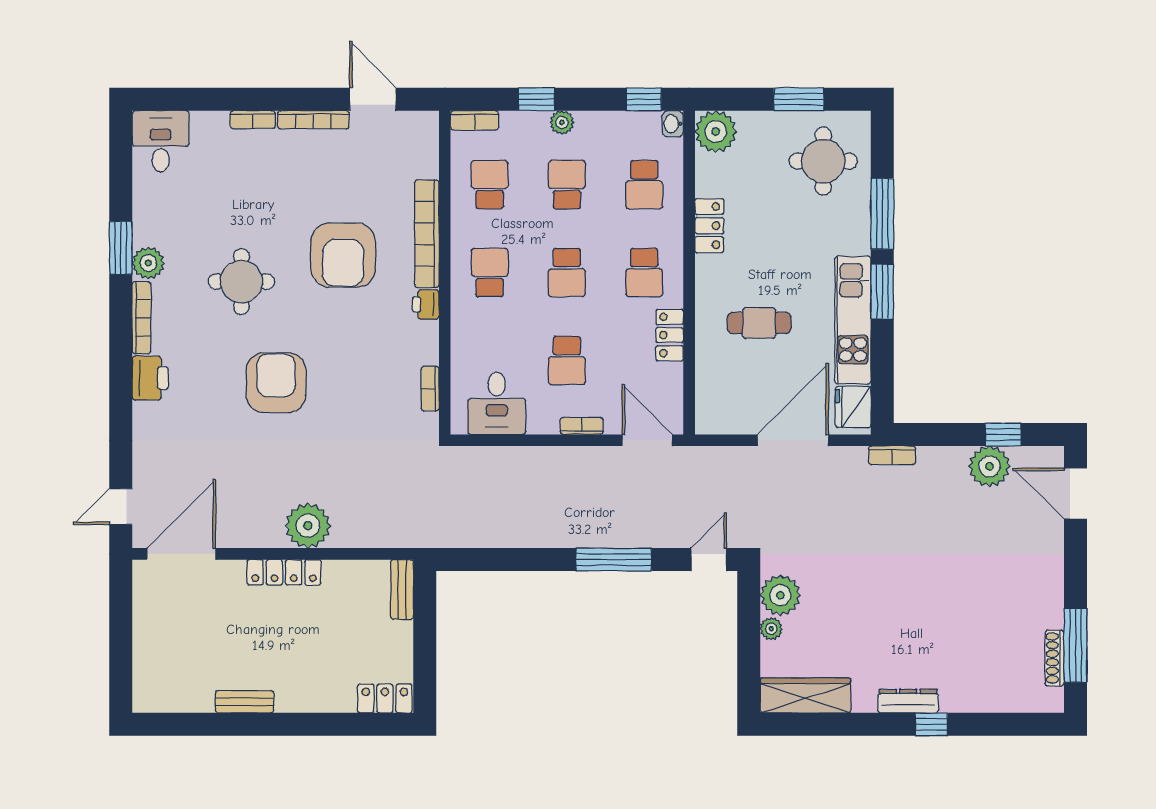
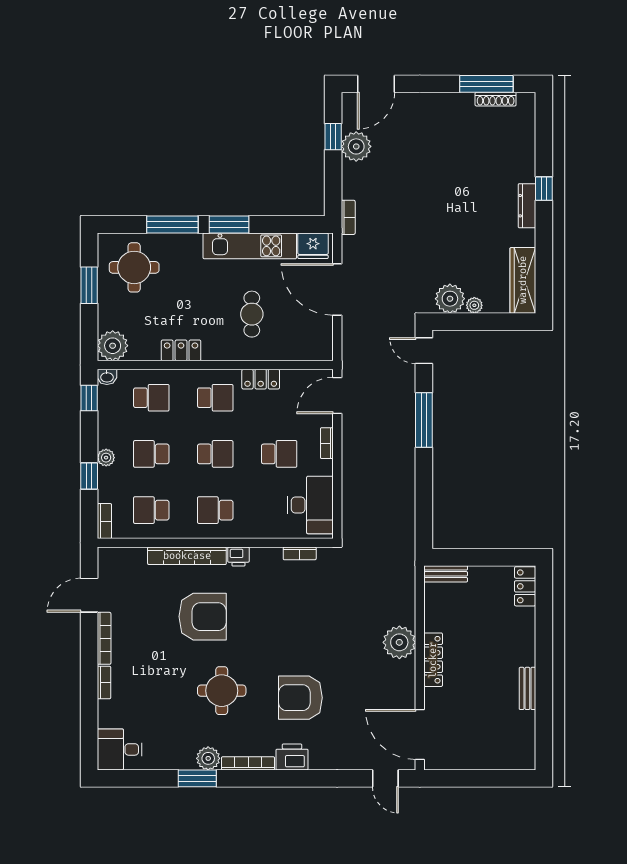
armchair: (276, 383) -> (300, 698), moved
desk: (497, 403) -> (310, 505), width x1.37

